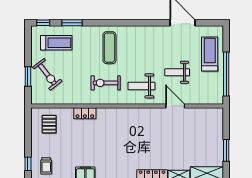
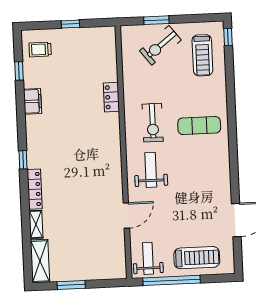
window: (72, 23) -> (230, 75), removed
weight bench: (177, 72) -> (148, 258), moved
exercise bike: (106, 83) -> (153, 123), turned 180
pallet: (49, 124) -> (95, 51), removed
window: (28, 164) -> (70, 24), moved

